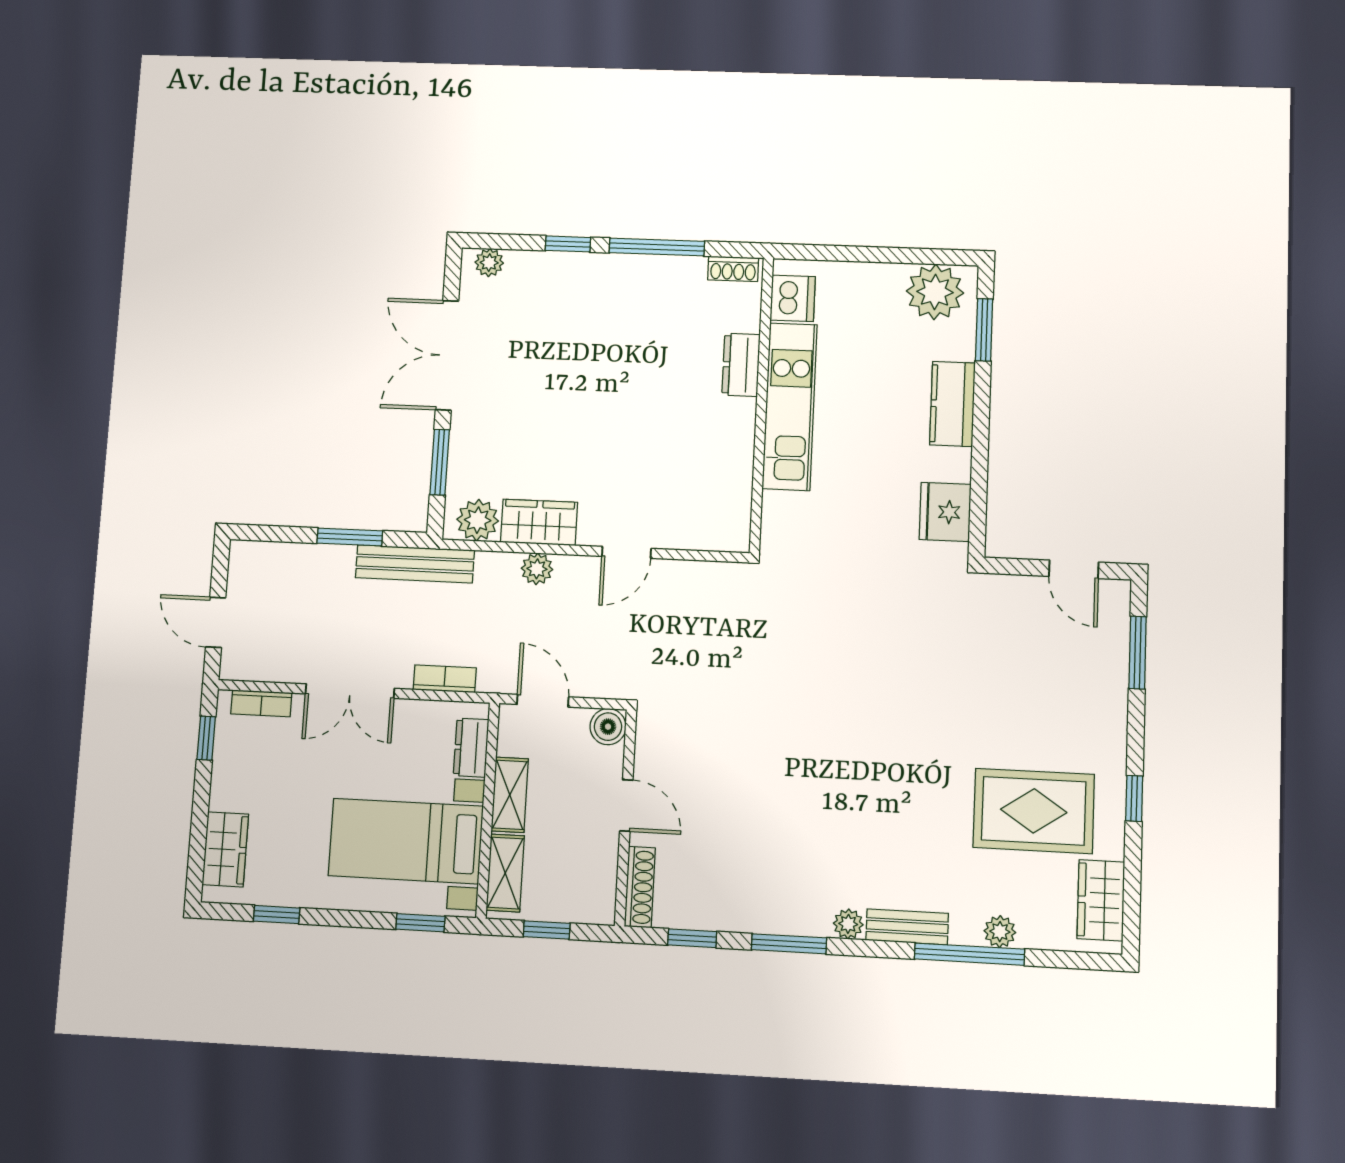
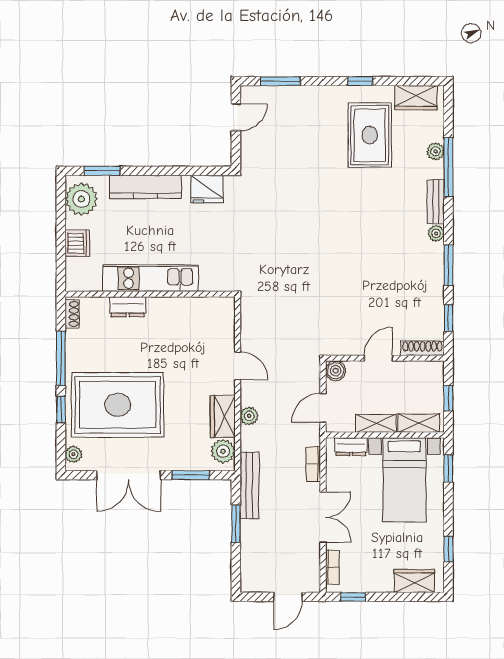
dishwasher: (793, 298) -> (77, 243), moved, turned 90
rug: (570, 341) -> (118, 405), added
kitchen counter: (952, 404) -> (145, 187), width x1.50

